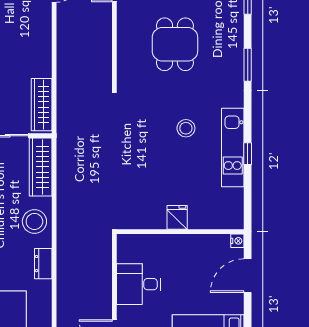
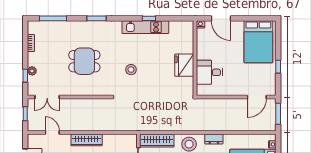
wardrobe: (42, 105) -> (87, 140), moved
stool: (186, 128) -> (131, 70), moved
fridge: (177, 217) -> (184, 65), width x1.88, depth x1.34
desk: (139, 284) -> (209, 72), moved, turned 90

